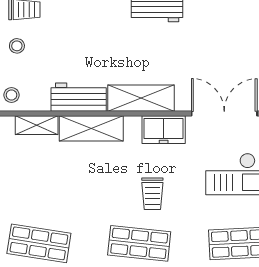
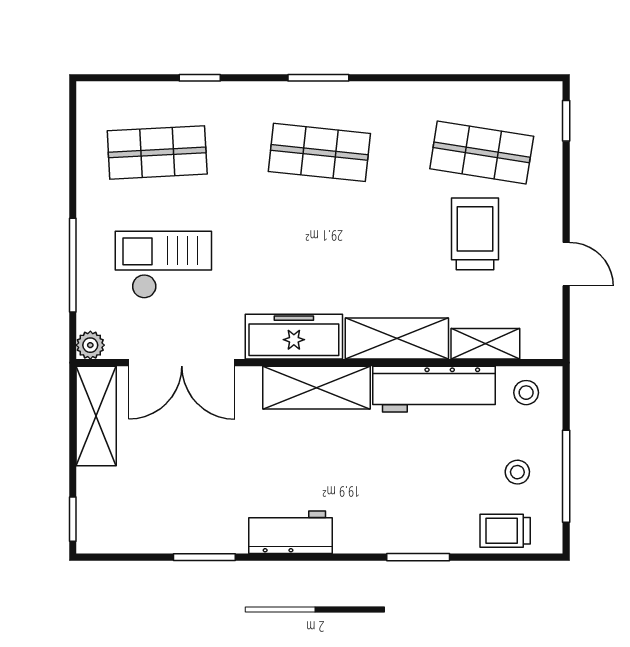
workbench: (79, 97) -> (434, 389), width x1.38
freezer: (164, 130) -> (294, 337), width x1.40
trolley: (152, 194) -> (475, 234), moved, width x1.36, depth x1.39

